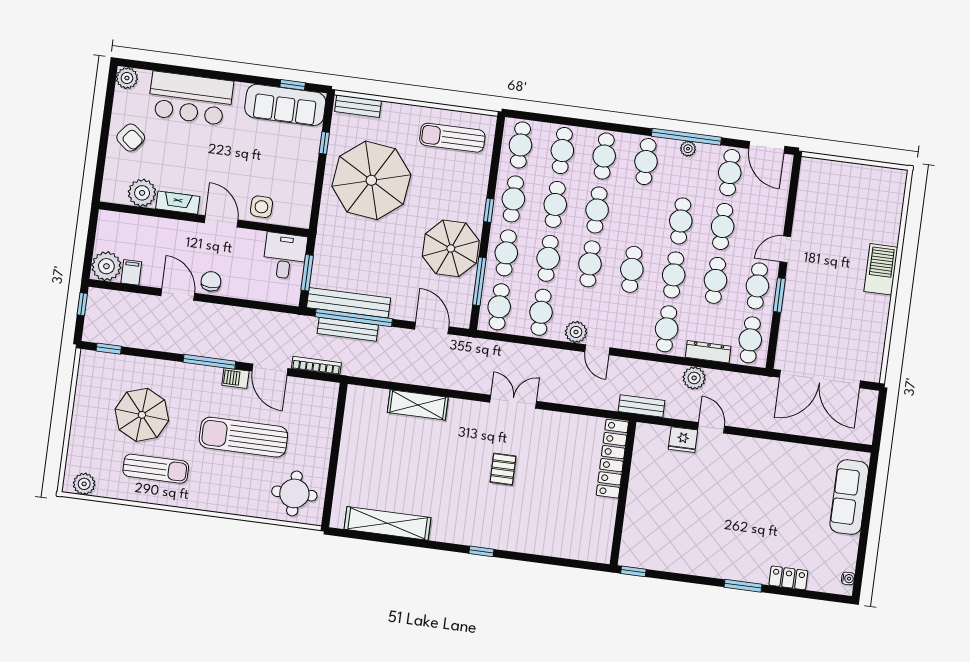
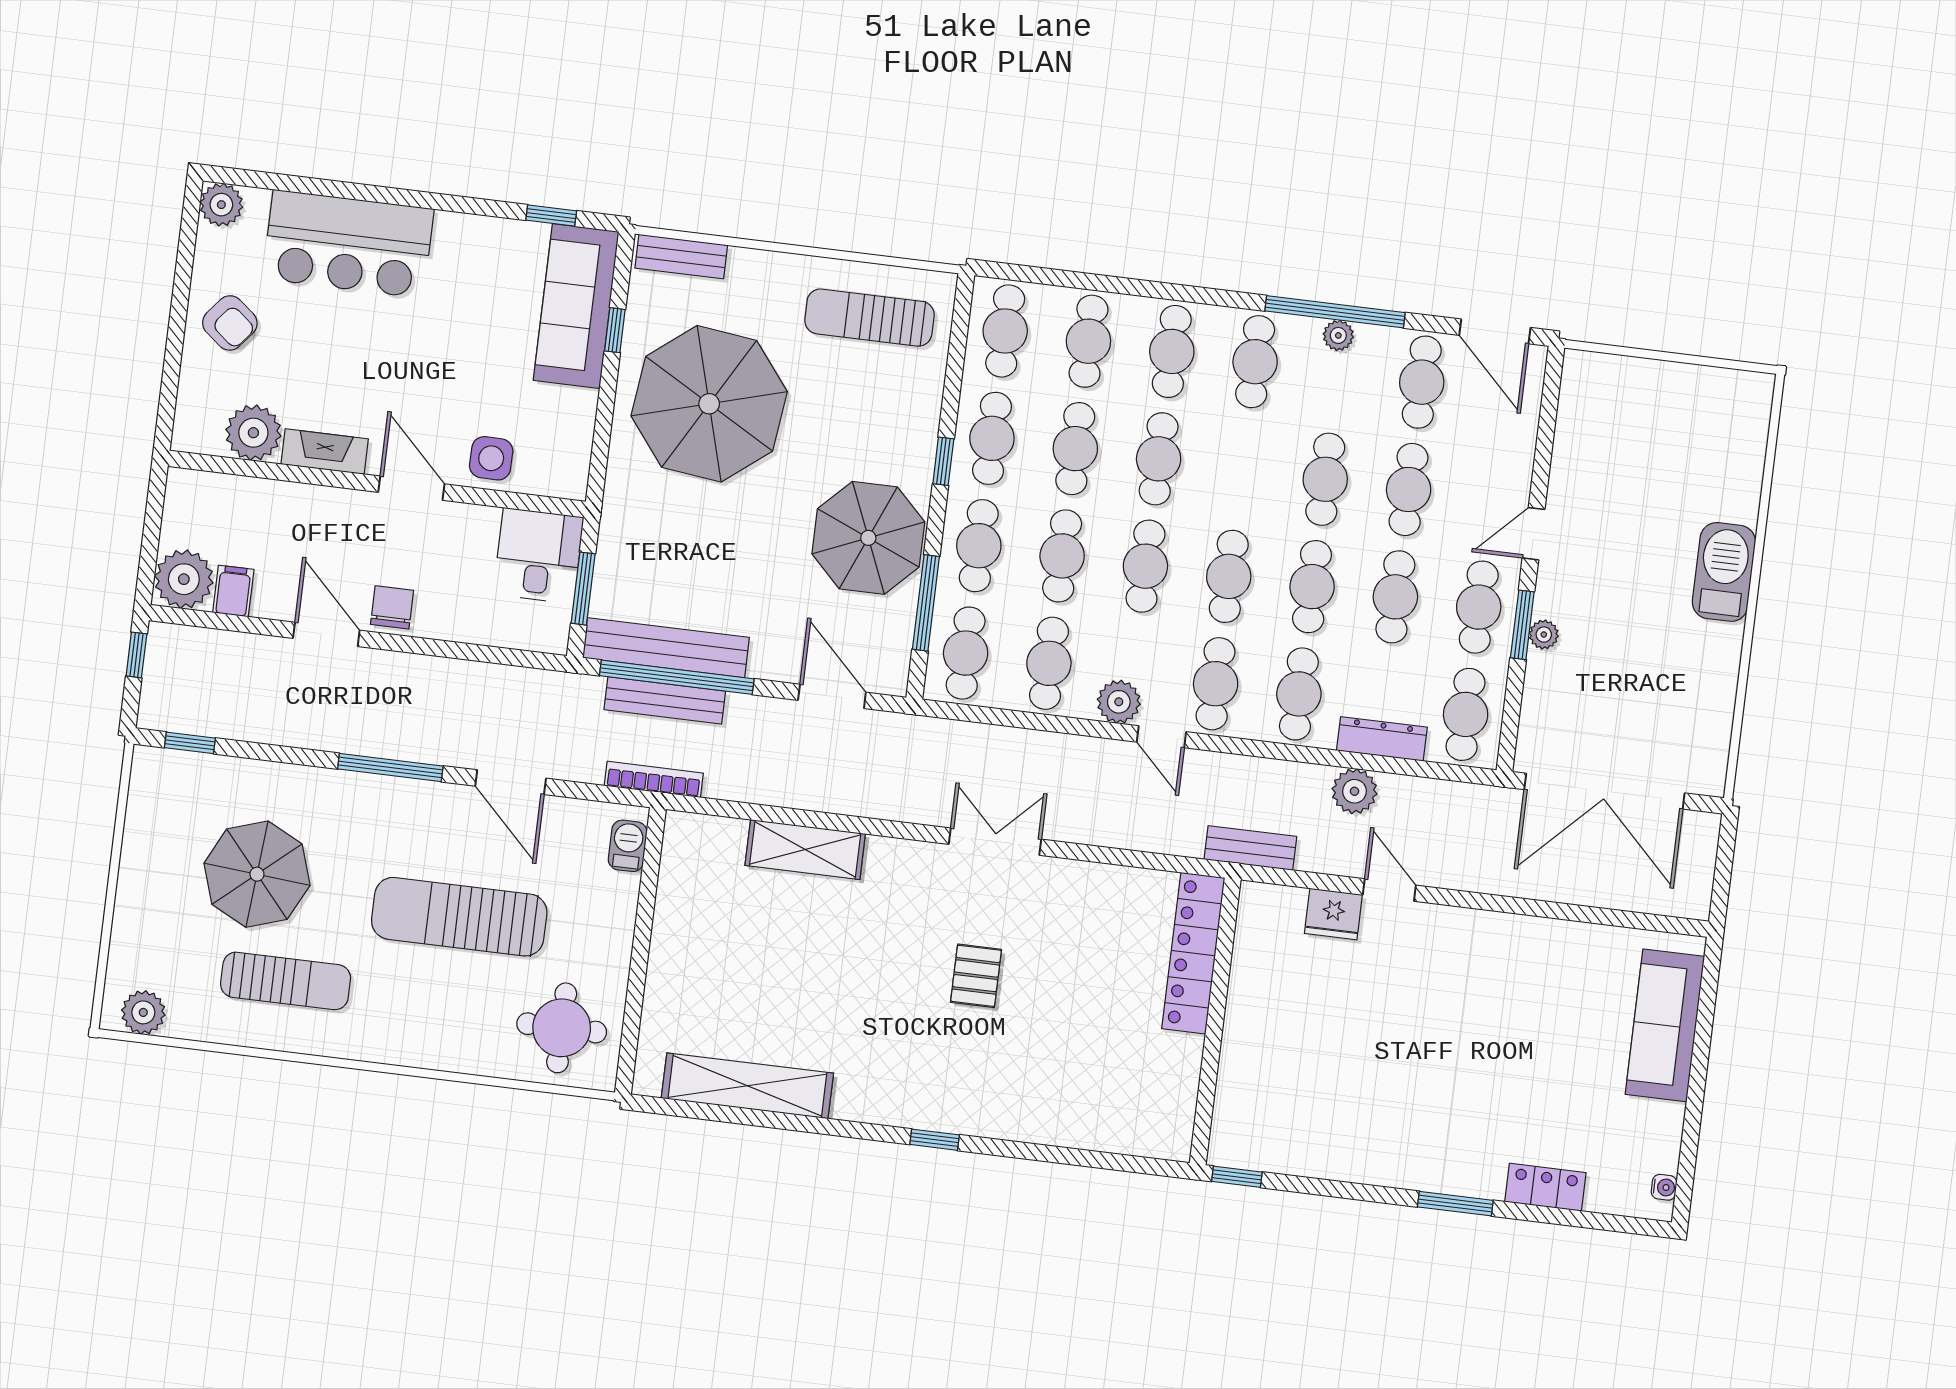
sofa: (285, 105) -> (576, 306), moved, turned 90
plant: (790, 300) -> (1544, 635), added
cafe table: (625, 323) -> (1216, 684), added
bookcase: (316, 366) -> (654, 779), moved
barbecue: (235, 378) -> (628, 846), moved, turned 90

